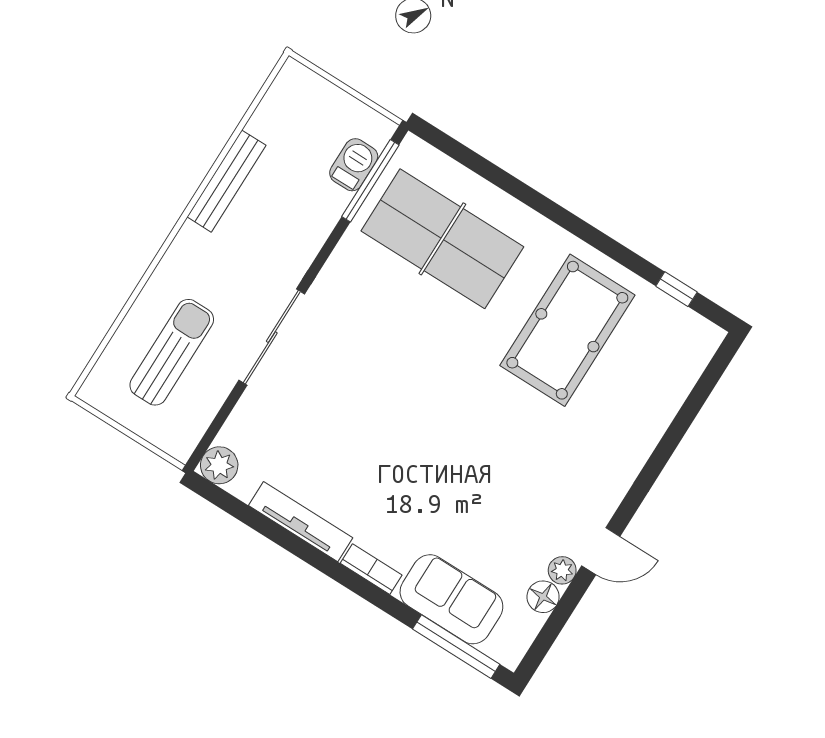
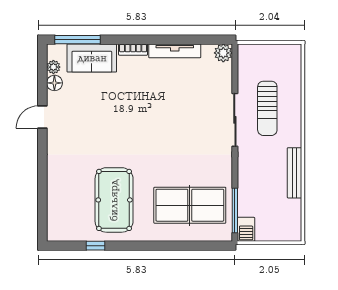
barbecue: (354, 165) -> (246, 229), moved
window: (676, 289) -> (95, 246), moved
sun lounger: (172, 352) -> (267, 108), moved
plant: (562, 570) -> (53, 67), moved

